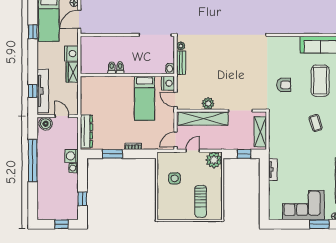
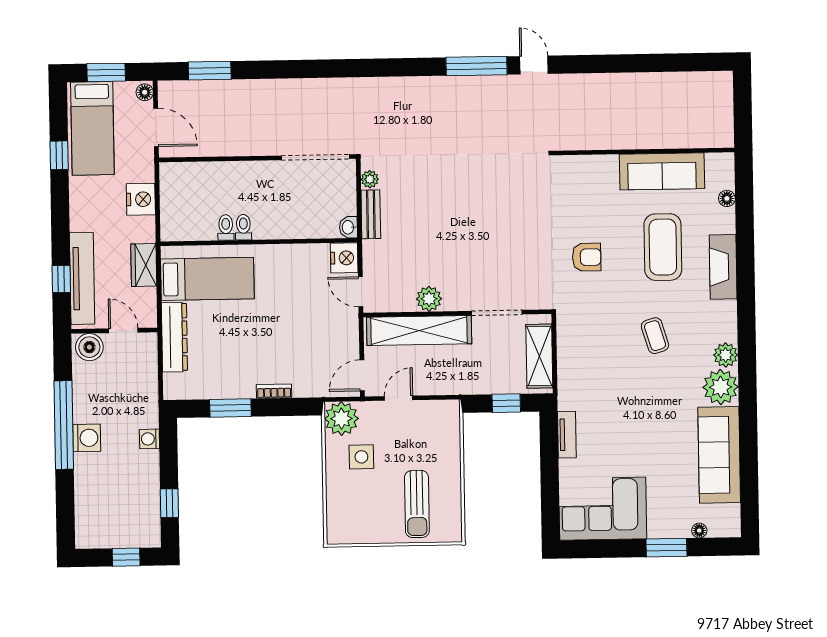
door: (79, 19) -> (156, 127), swing flipped
wardrobe: (72, 72) -> (144, 265), moved
bed: (145, 98) -> (207, 279), moved, turned -90
dresser: (86, 131) -> (174, 337), moved
washing machine: (72, 156) -> (87, 438), moved, turned 180
plant: (214, 160) -> (341, 419), moved
corner sofa: (303, 205) -> (603, 509), moved

